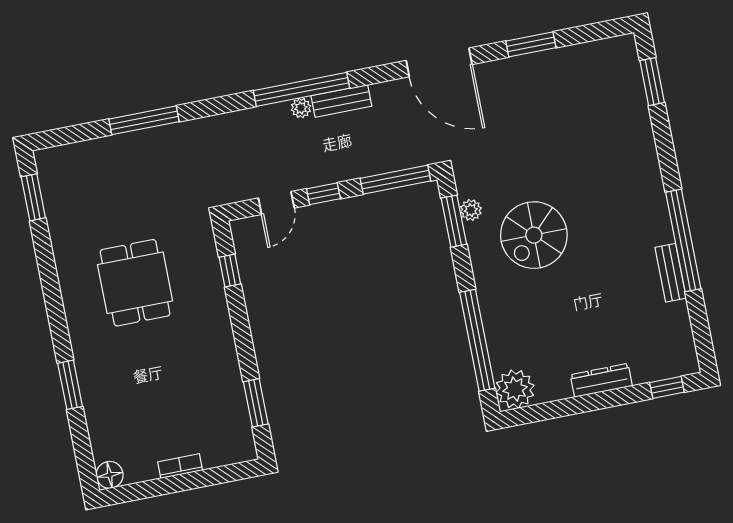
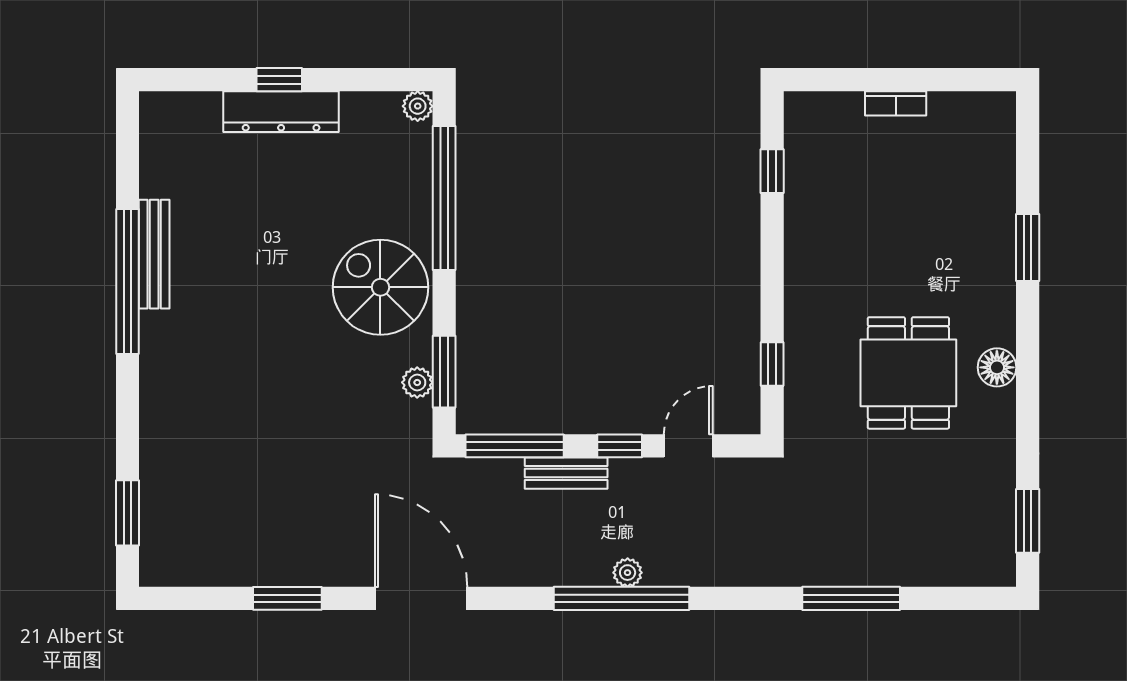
bench: (341, 101) -> (566, 473), moved
spiral stairs: (534, 235) -> (380, 287), moved, turned -90
bench: (671, 273) -> (154, 254), width x1.36
dresser: (601, 380) -> (281, 112), width x1.37, depth x1.24
window: (667, 387) -> (279, 80), moved
plant: (515, 389) -> (418, 106), width x0.53, depth x0.53
window: (256, 403) -> (772, 171), width x0.67
floor lamp: (110, 475) -> (997, 367), moved

